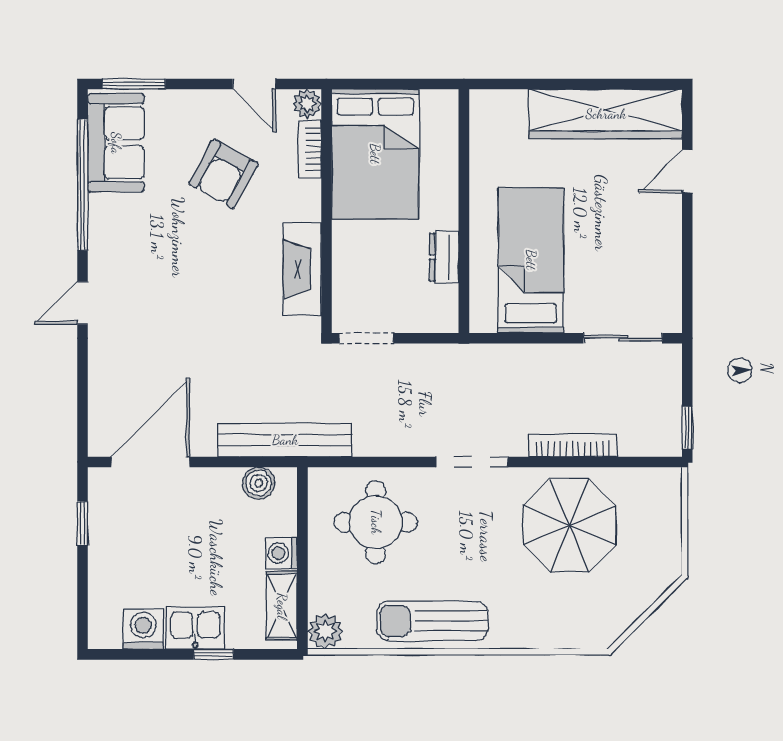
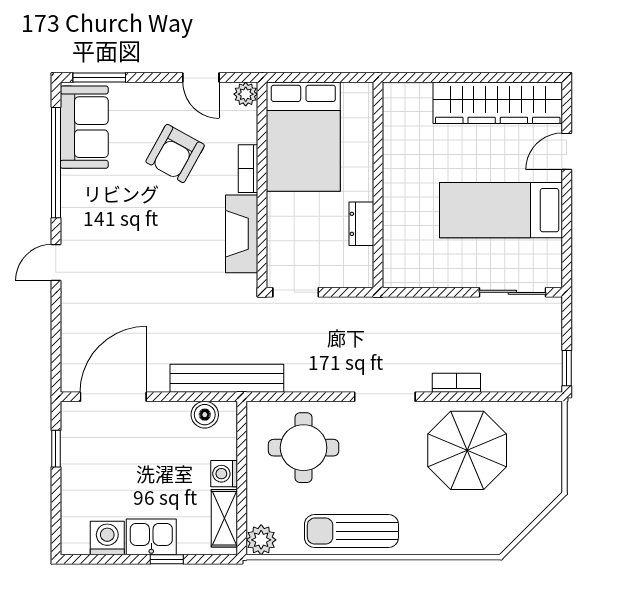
bookcase: (310, 149) -> (248, 169), moved
bed: (531, 260) -> (501, 210), moved, turned -90
bookcase: (573, 445) -> (456, 383), width x0.64

